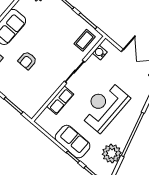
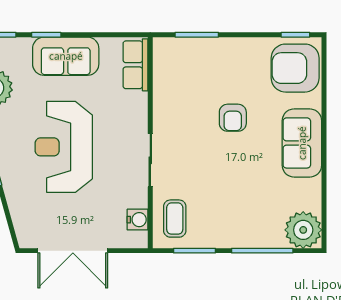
armchair: (27, 60) -> (233, 118), turned 180
row of seats: (60, 100) -> (135, 65), moved
reception desk: (104, 106) -> (64, 147), turned 180

